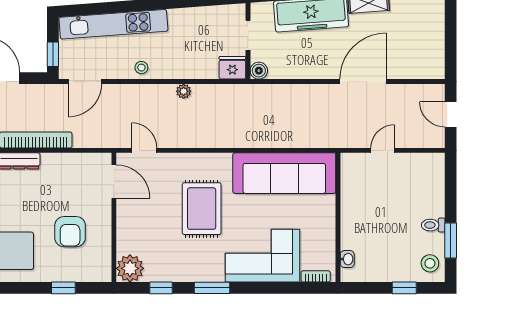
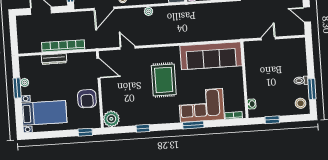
door: (85, 81) -> (104, 9), moved
door: (114, 182) -> (98, 68), moved
wall: (114, 217) -> (100, 89), moved
plant: (130, 268) -> (111, 119), moved
window: (212, 288) -> (193, 125), moved
window: (404, 288) -> (272, 120), moved

